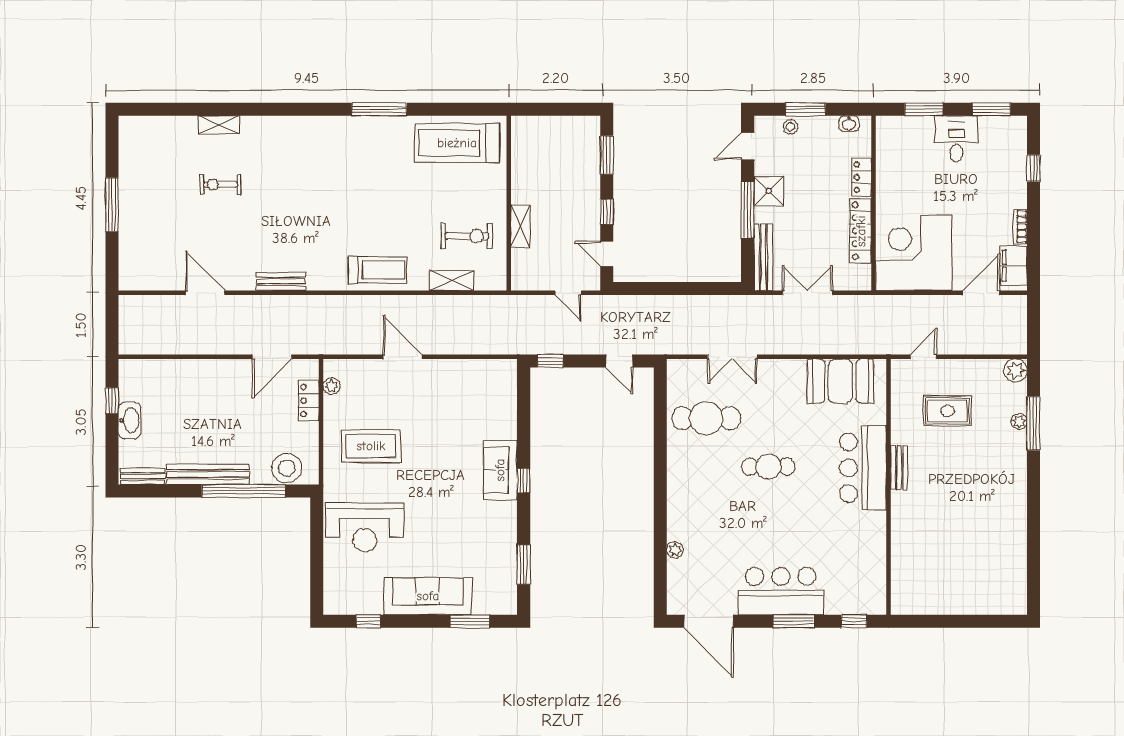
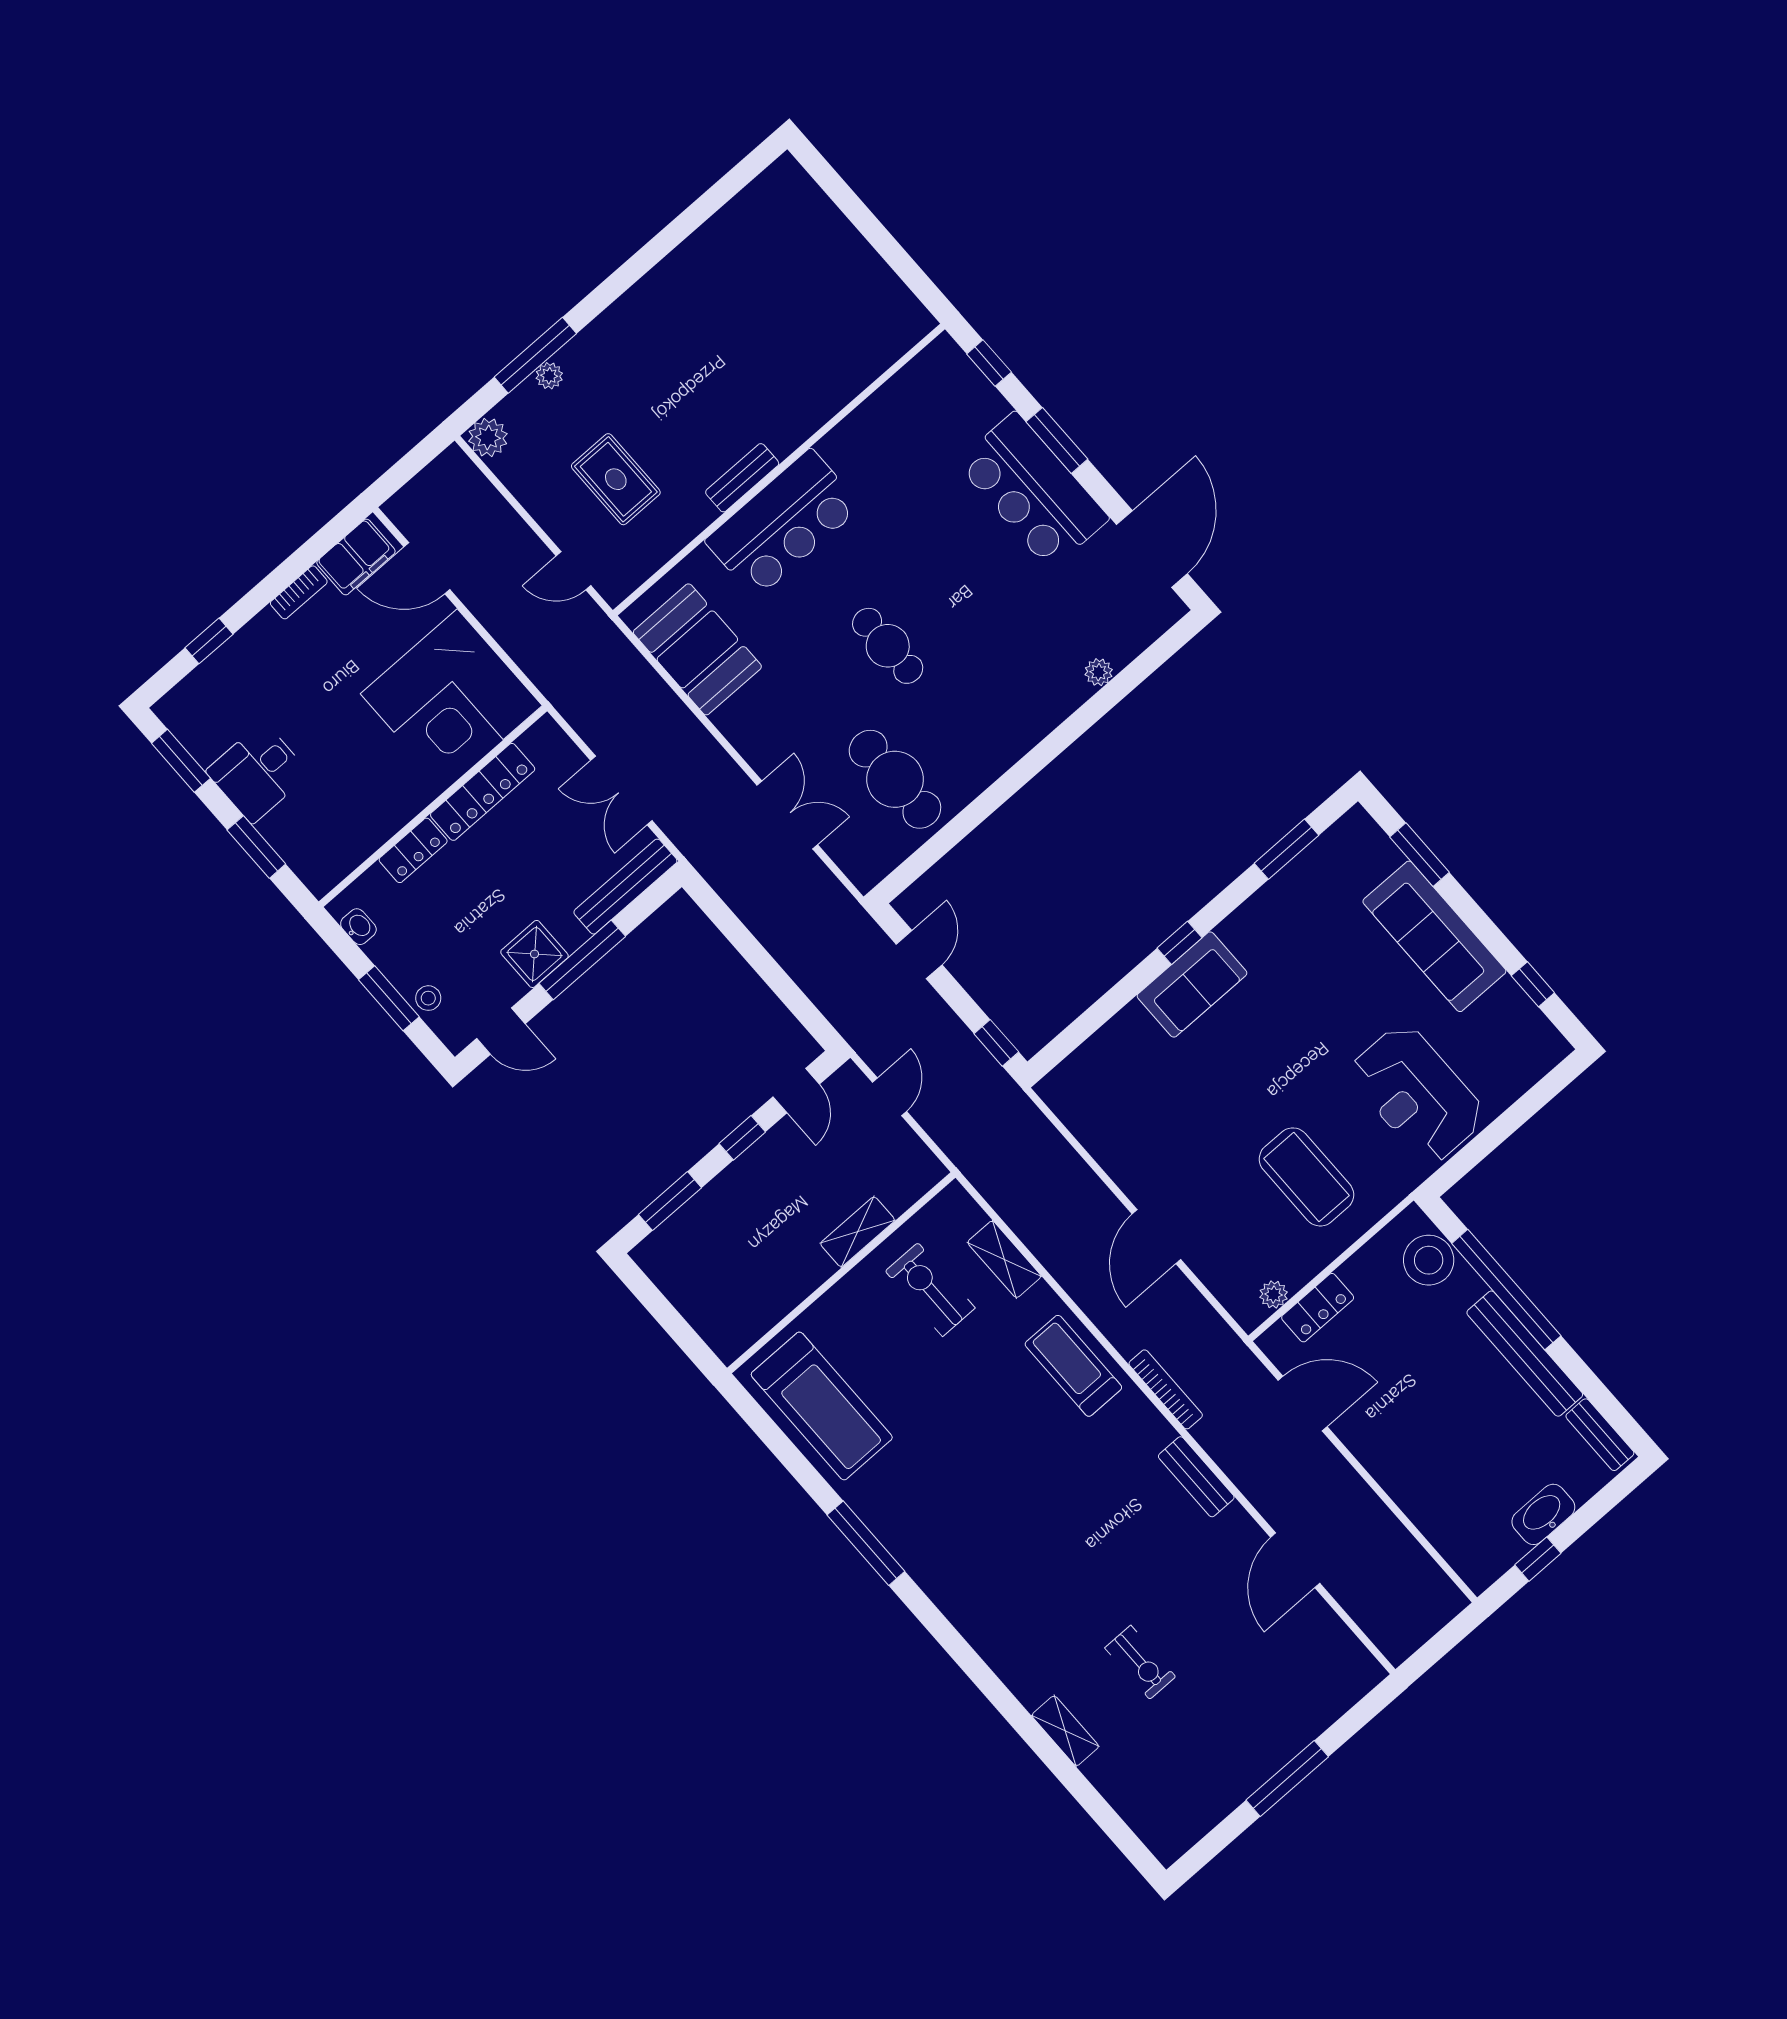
bookcase: (331, 302) -> (1166, 1389), added
reception desk: (365, 527) -> (1417, 1094), turned 180

